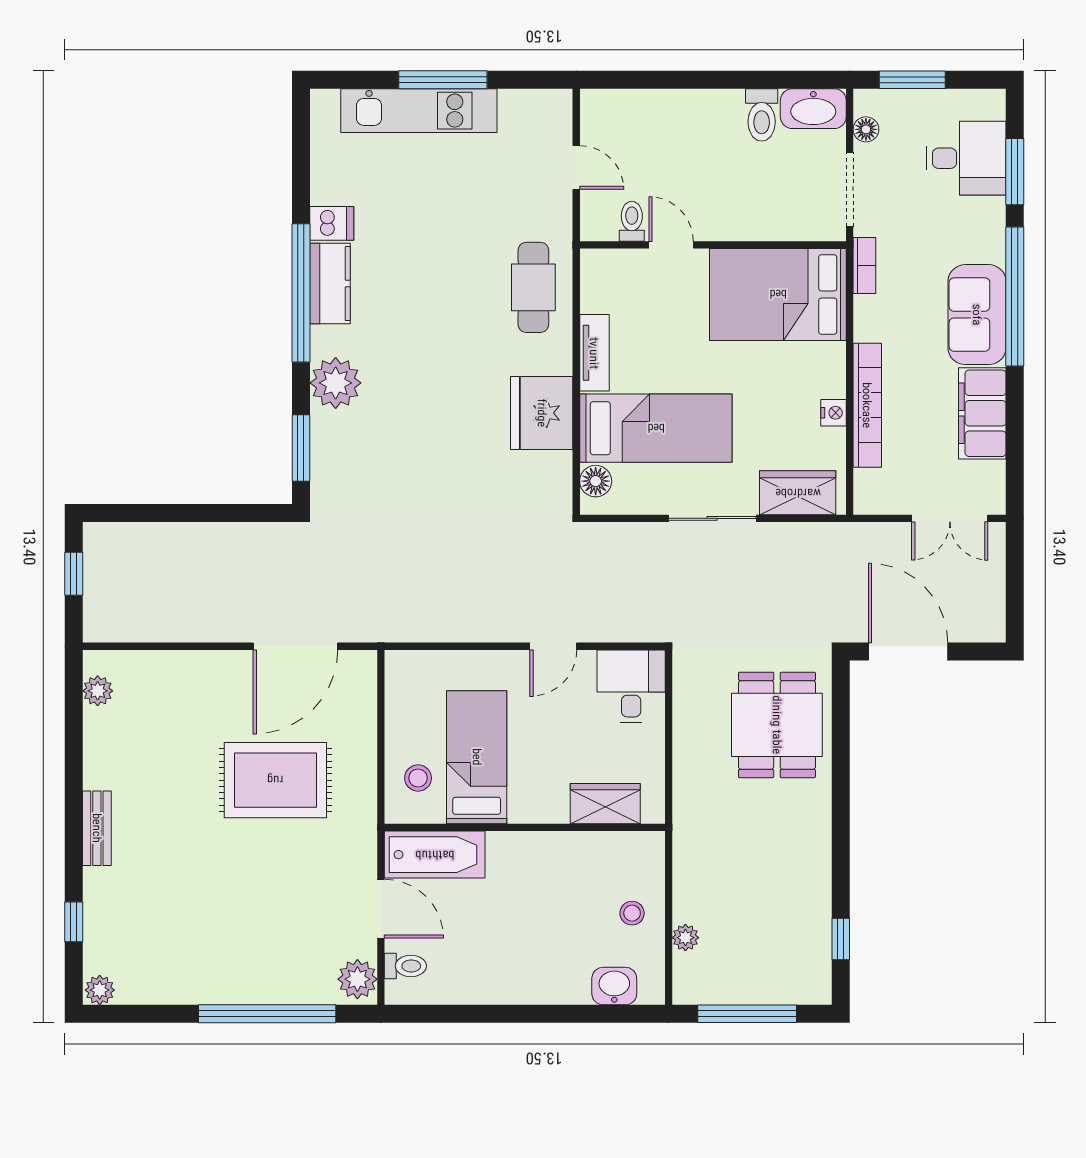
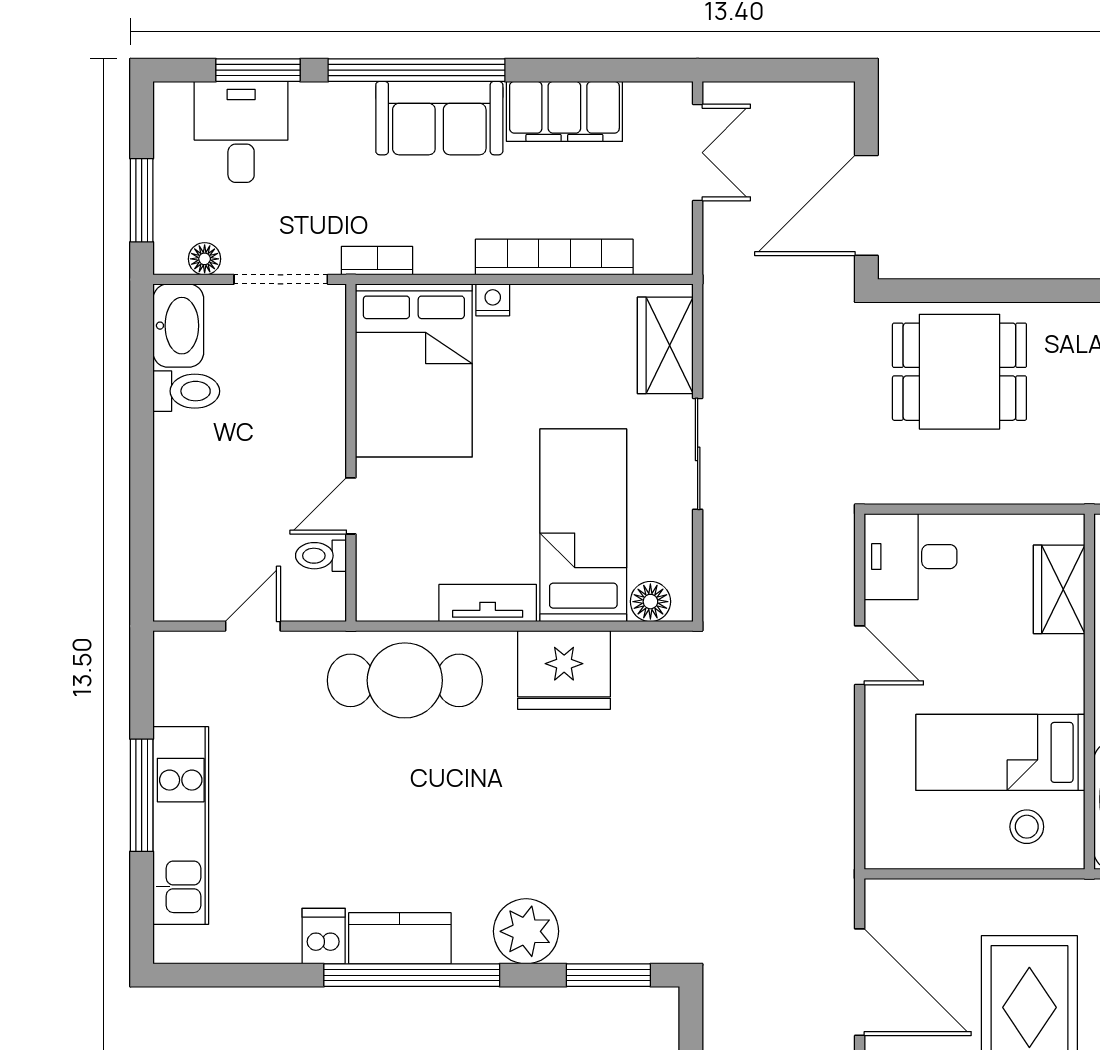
cafe table: (533, 287) -> (405, 680), width x1.37, depth x1.35
nightstand: (834, 413) -> (493, 300), moved

